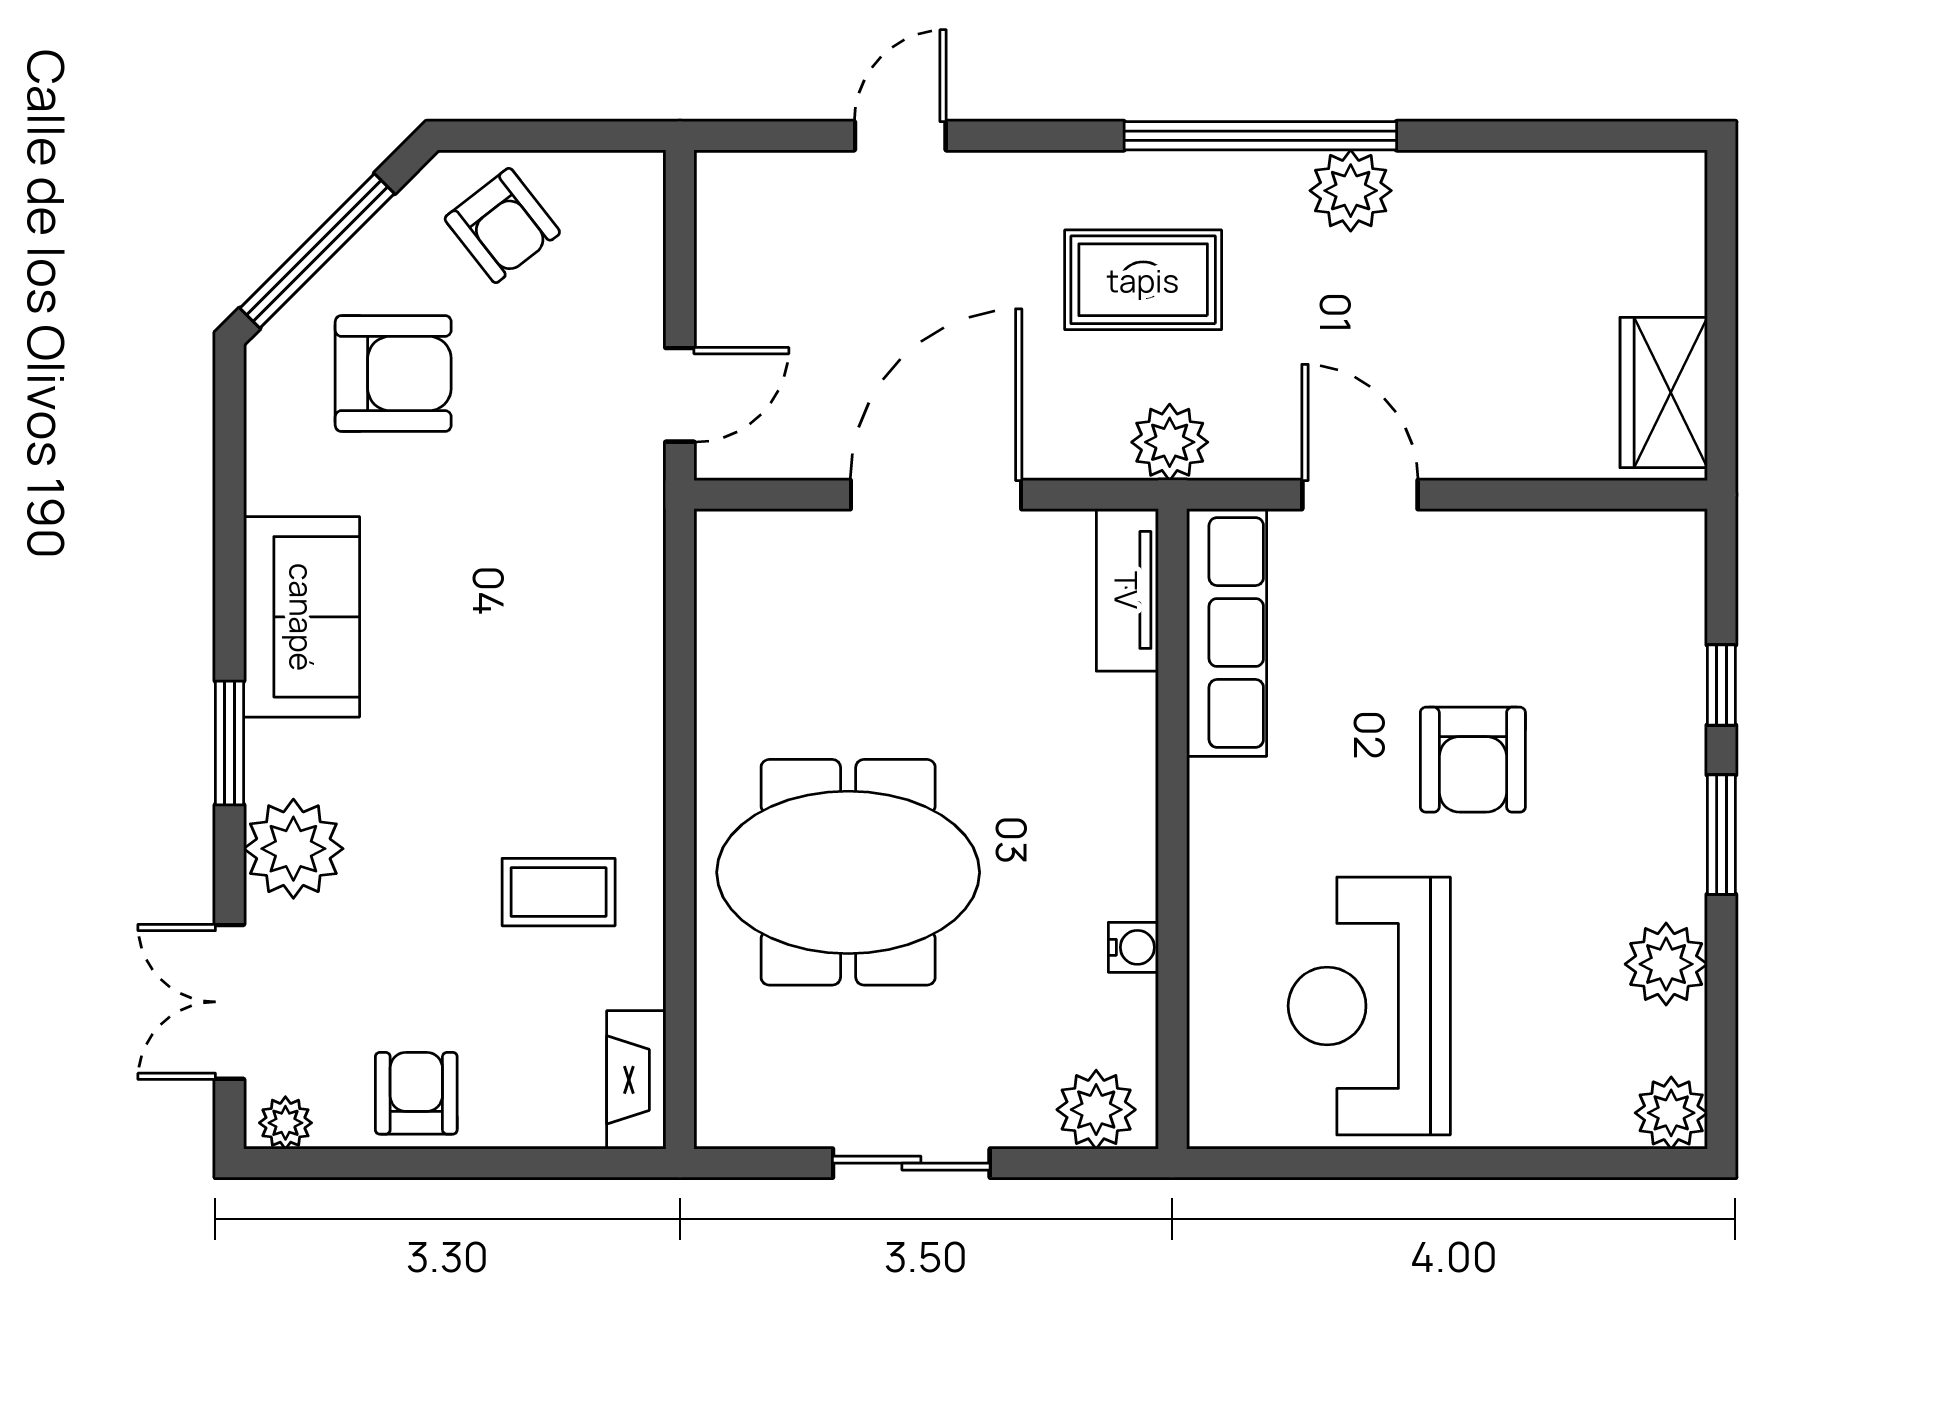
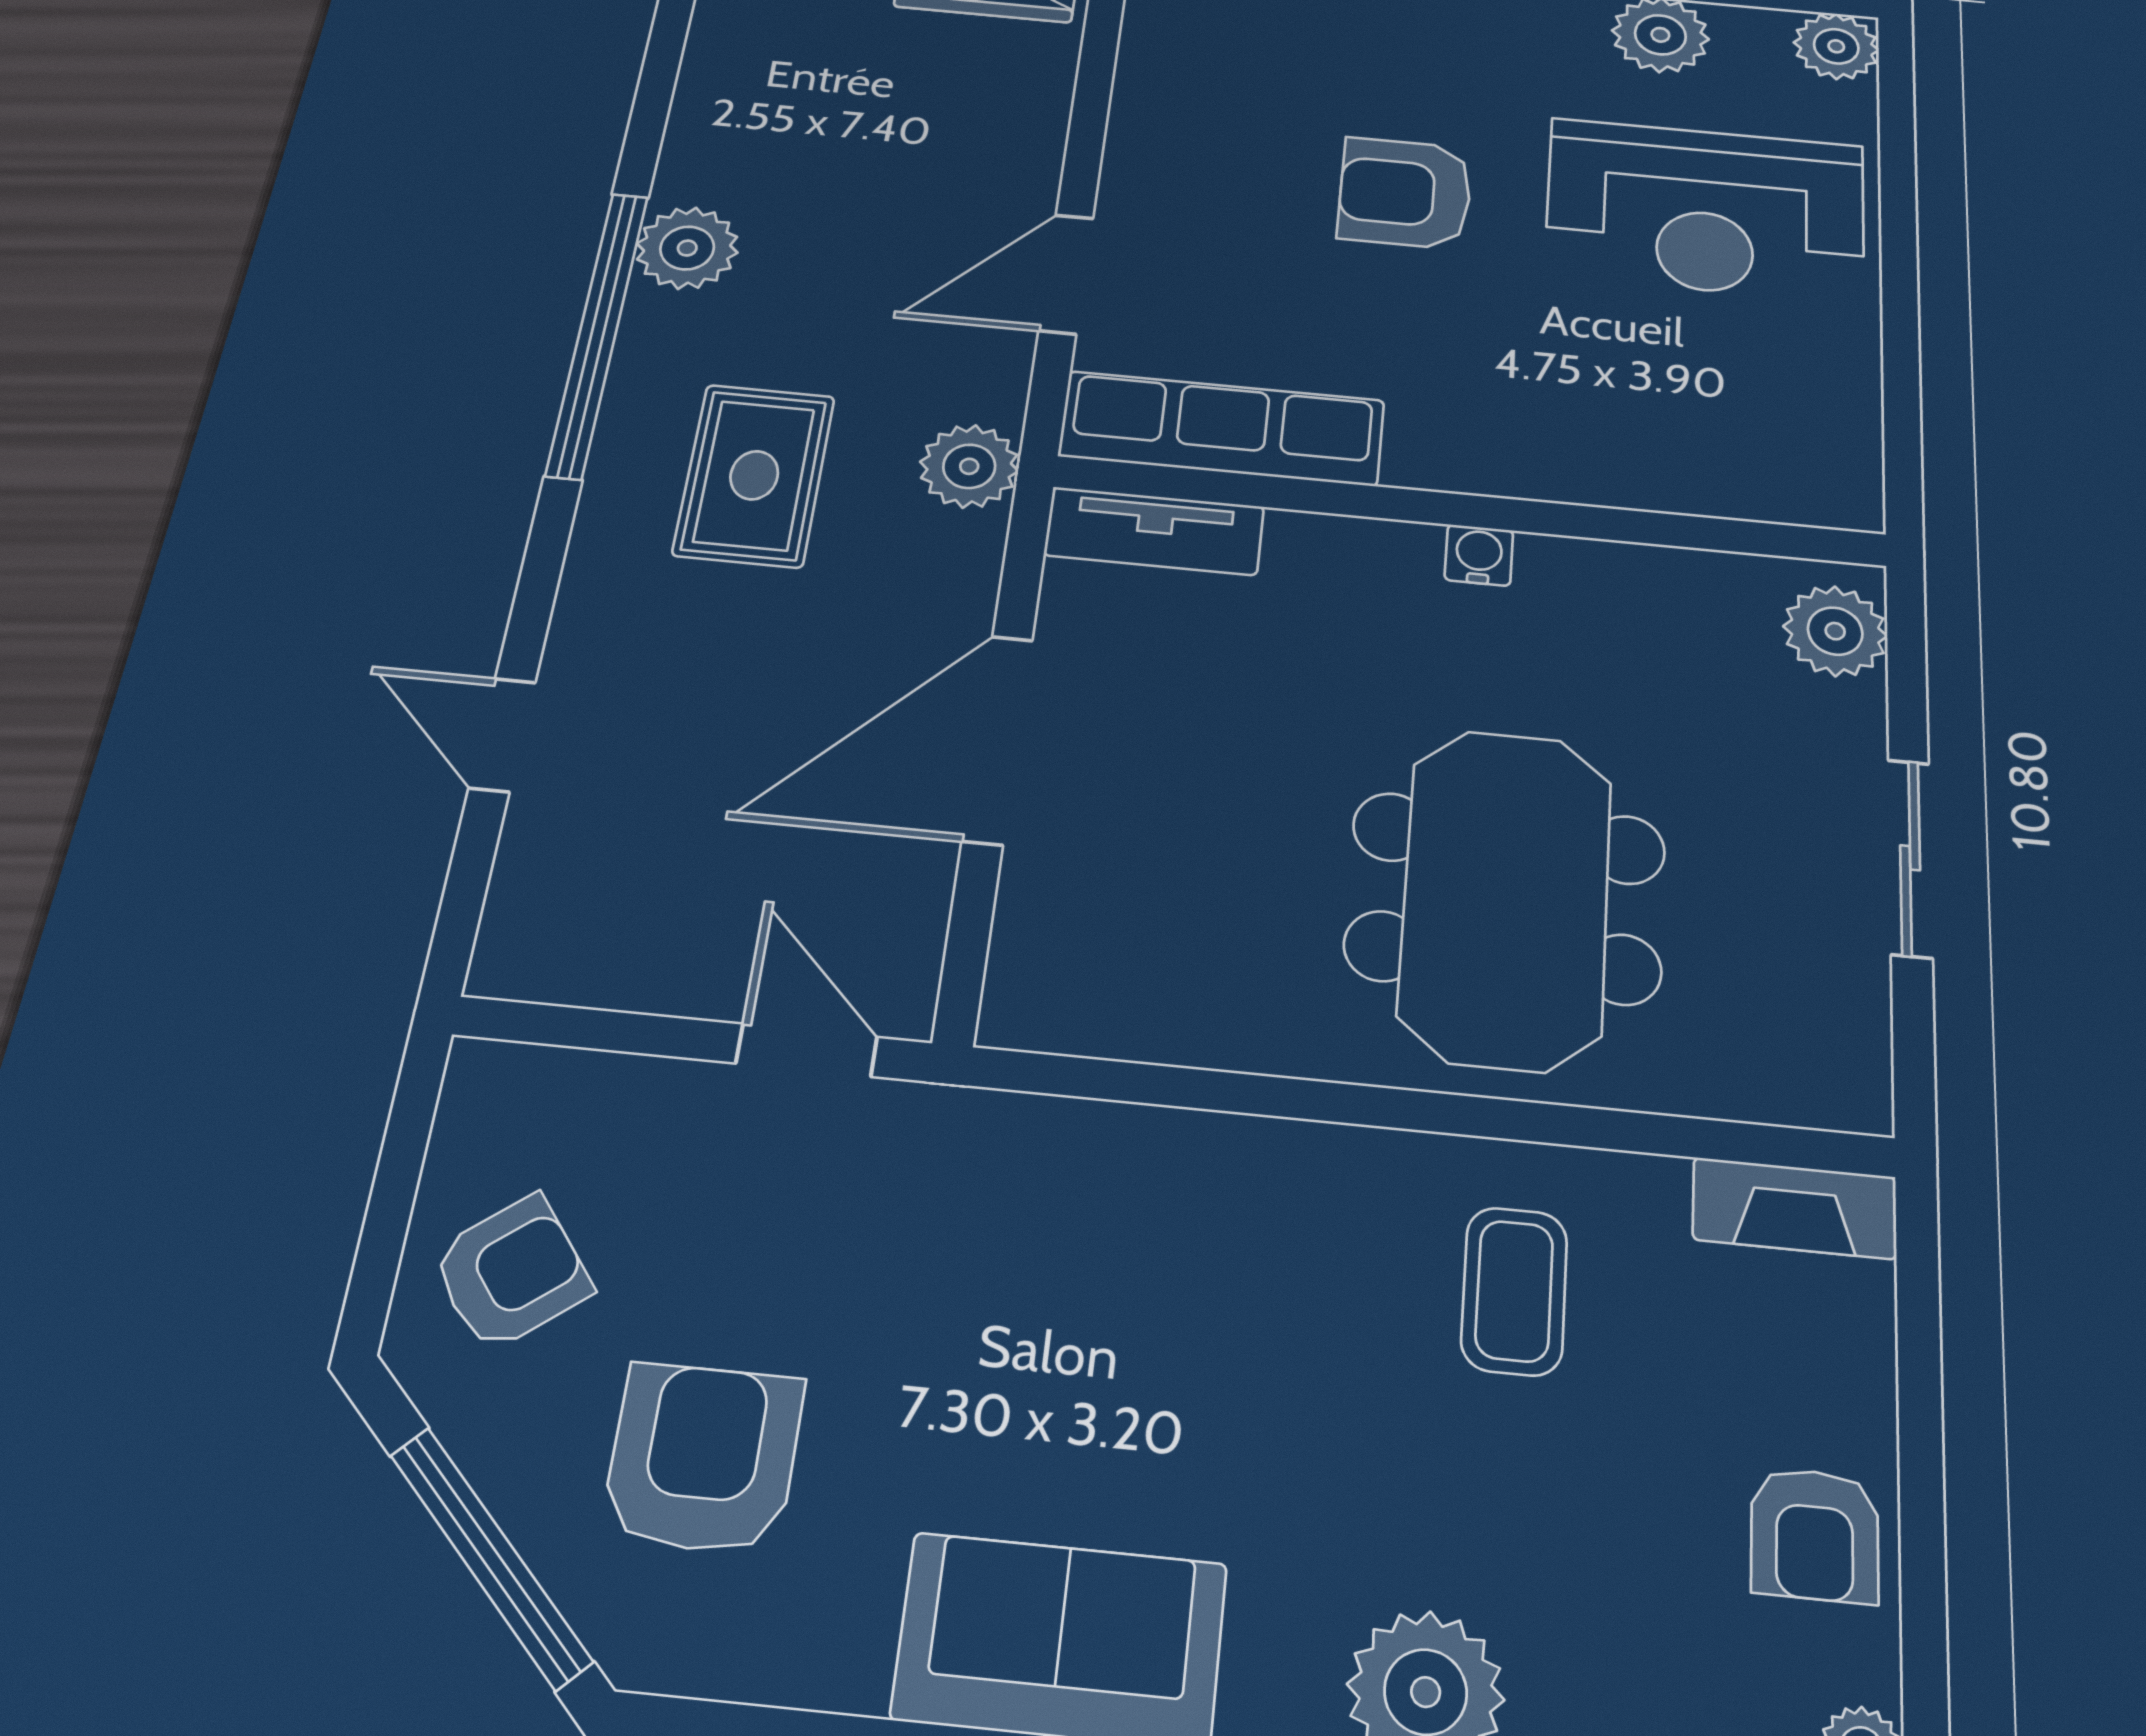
door: (936, 495) -> (998, 739), hinge flipped
armchair: (1473, 760) -> (1405, 193), turned 180
water cooler: (1133, 947) -> (1479, 555), moved
reception desk: (1369, 1006) -> (1706, 210), moved
armchair: (416, 1093) -> (1815, 1535), turned -90

